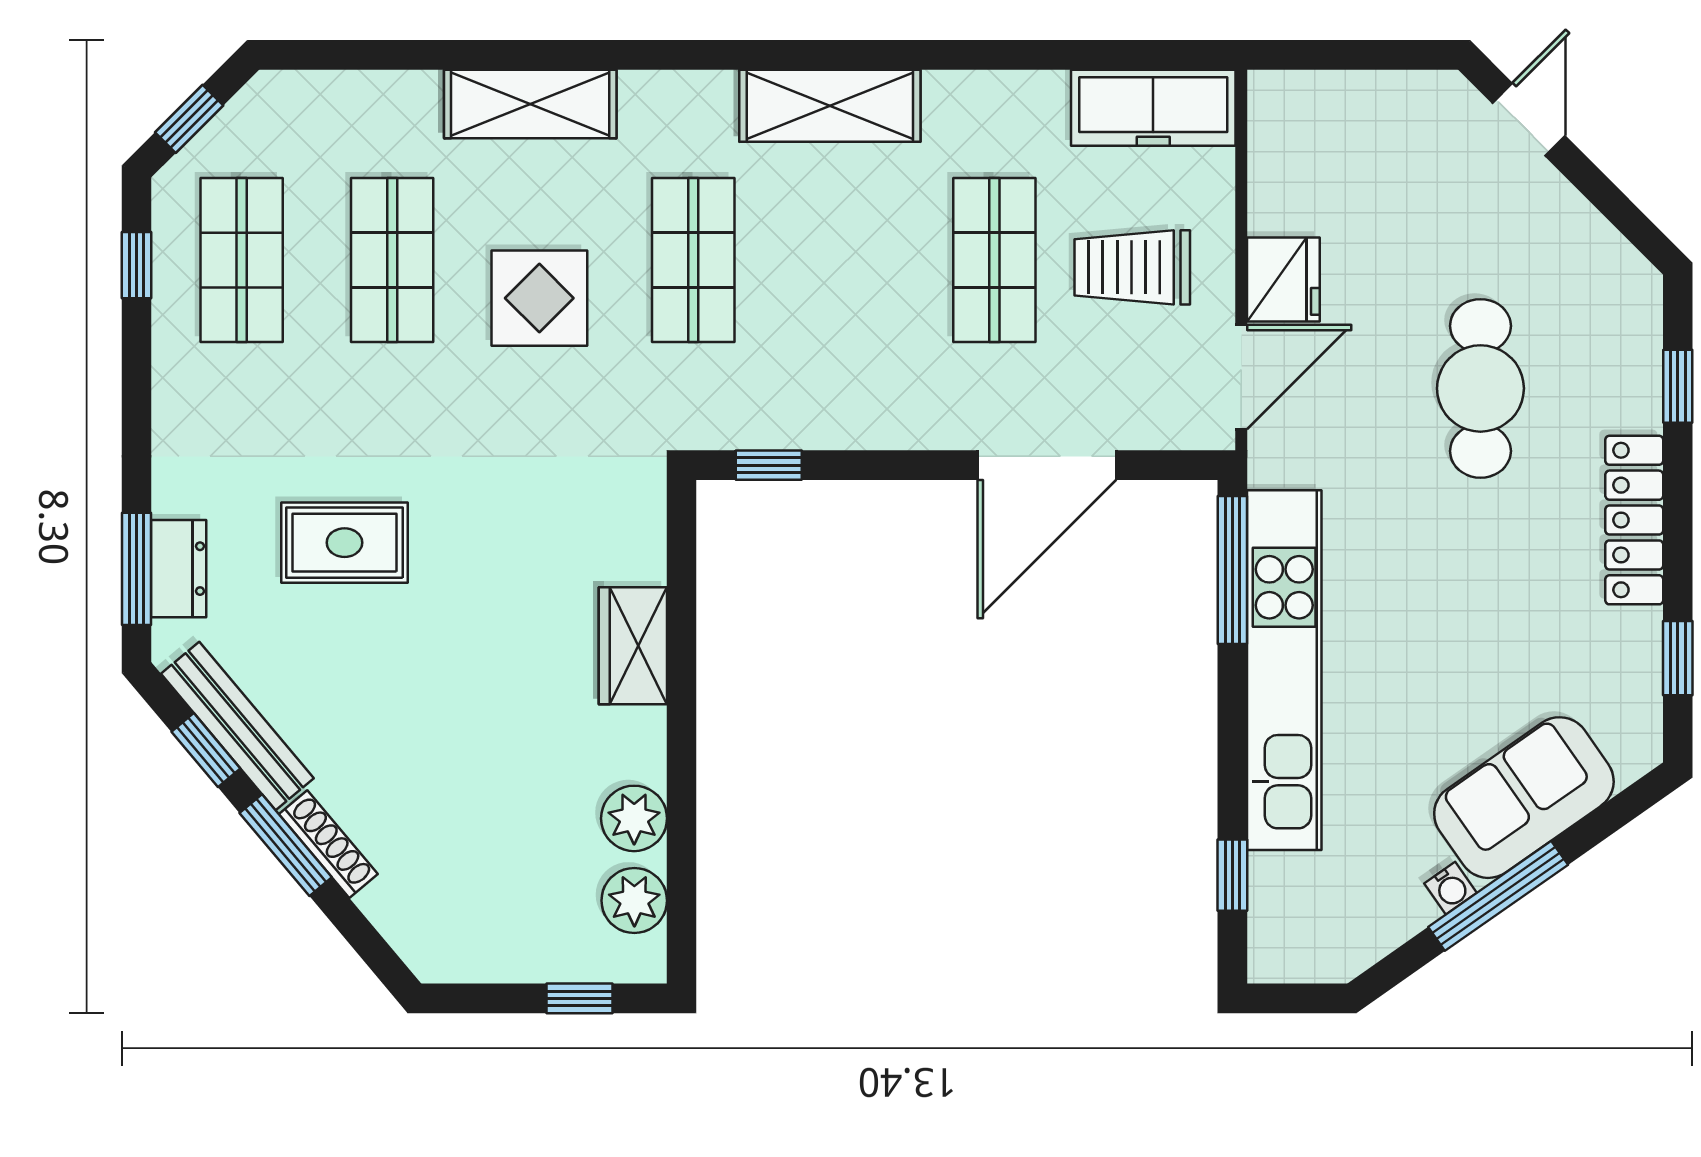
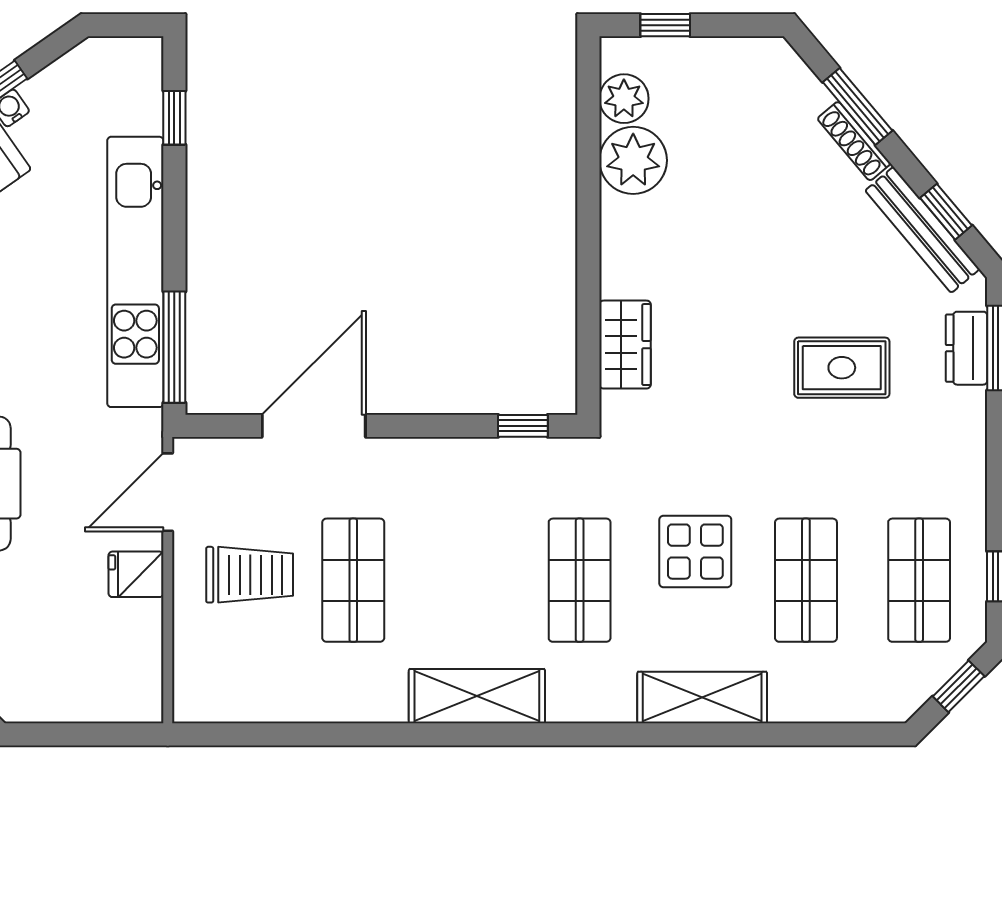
freezer: (1153, 108) -> (234, 695), removed
fridge: (1283, 280) -> (136, 574), width x0.72
wardrobe: (633, 646) -> (625, 345), moved
plant: (634, 818) -> (633, 160), width x1.36, depth x1.36
window: (286, 845) -> (858, 106), moved

